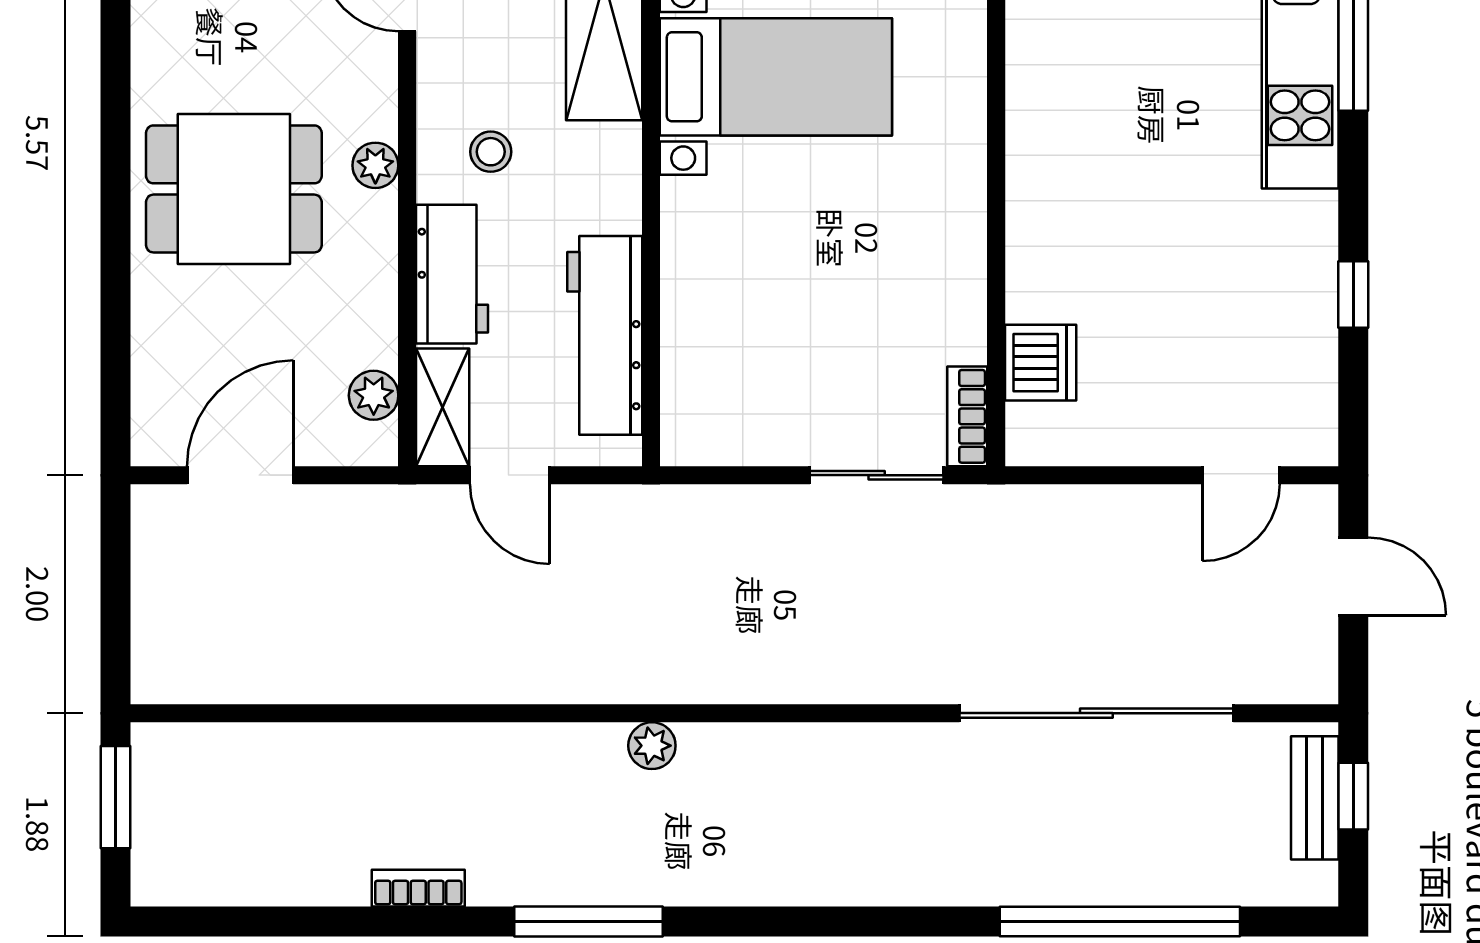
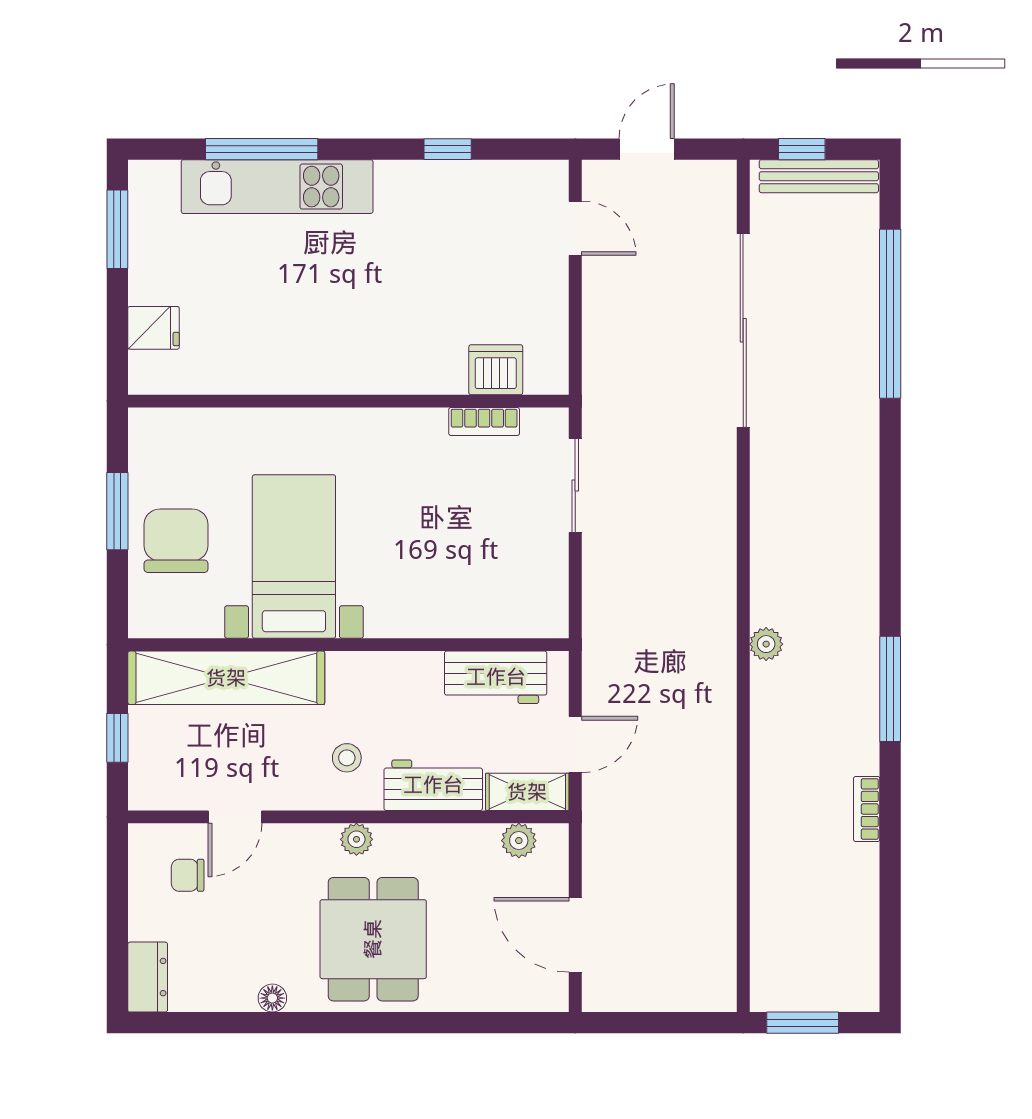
floor lamp: (150, 46) -> (272, 998), added
workbench: (605, 335) -> (496, 677), width x0.73
bookcase: (967, 416) -> (484, 421), moved
bench: (1315, 798) -> (819, 176), width x1.36

